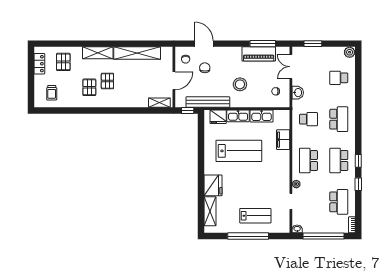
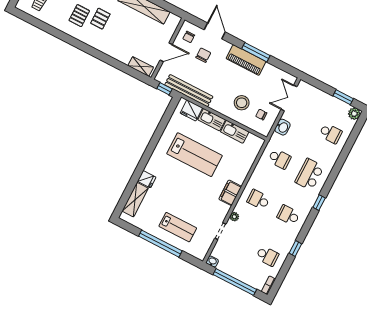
window: (263, 44) -> (256, 52), moved
window: (313, 44) -> (343, 97), moved
piano: (259, 54) -> (246, 60), moved
school desk: (339, 78) -> (331, 133), turned 180
stool: (240, 84) -> (242, 103), moved
school desk: (339, 119) -> (309, 174), turned 180
filing cabinet: (283, 140) -> (230, 193), moved
school desk: (308, 161) -> (258, 200), width x0.54
school desk: (339, 161) -> (288, 215), width x0.54
window: (358, 161) -> (319, 203), moved
fridge: (213, 185) -> (147, 179), width x0.53, depth x0.75
school desk: (339, 202) -> (267, 256), width x0.54

